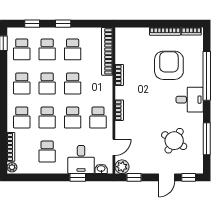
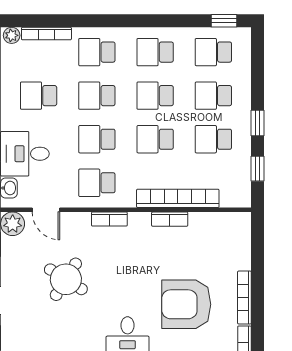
window: (32, 24) -> (258, 169), moved
bookcase: (107, 51) -> (178, 198), moved
armchair: (169, 65) -> (186, 304), turned 180
round table: (174, 141) -> (66, 279), moved

